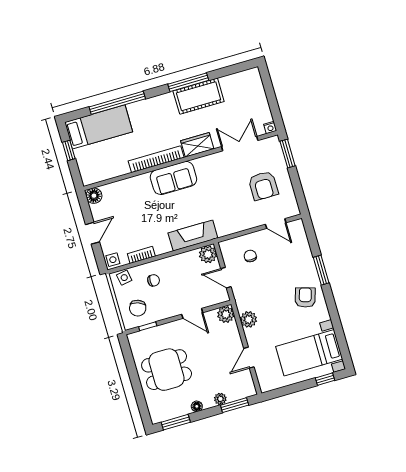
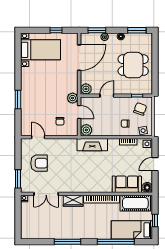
cot: (199, 96) -> (135, 203), moved
sofa: (173, 178) -> (127, 184), moved
armchair: (263, 186) -> (39, 163), turned 90
armchair: (305, 298) -> (33, 85), removed
door: (192, 313) -> (107, 96), hinge flipped
plant: (249, 319) -> (73, 98), moved
door: (249, 358) -> (79, 58), width x1.88
window: (325, 379) -> (56, 30), moved

